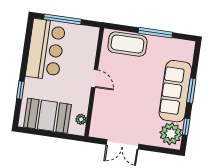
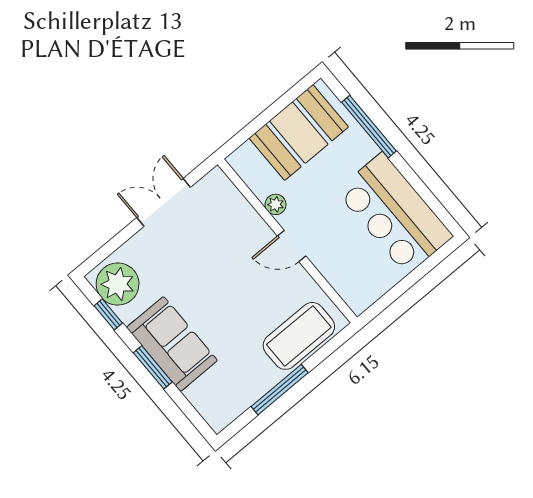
window: (63, 19) -> (416, 275), removed
window: (20, 90) -> (369, 127), width x2.17
sofa: (175, 91) -> (172, 344), width x0.73
plant: (81, 119) -> (276, 204), moved

